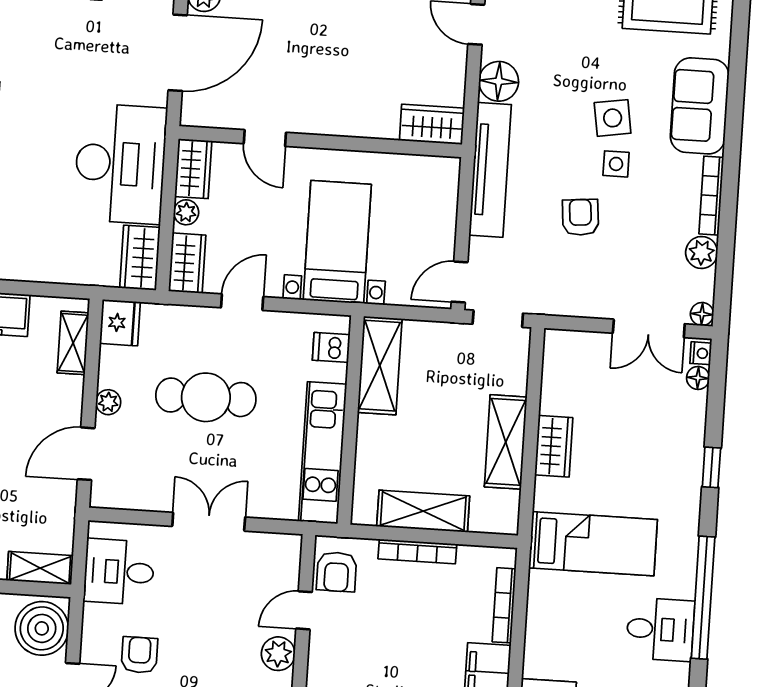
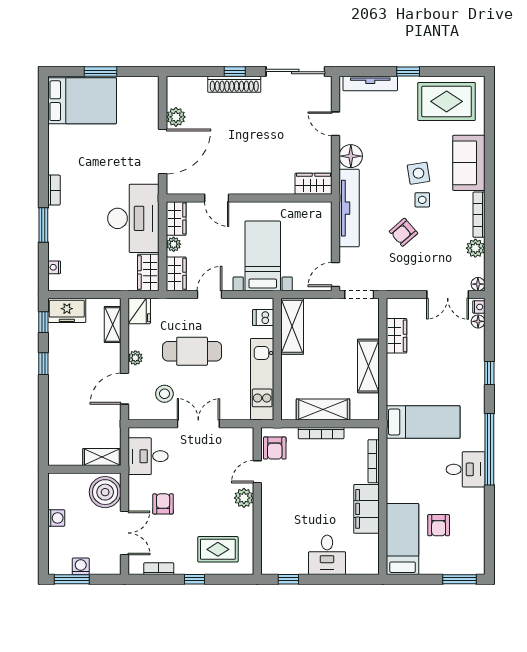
armchair: (580, 217) -> (404, 232), turned -126
wardrobe: (554, 446) -> (397, 336), moved
stool: (154, 467) -> (164, 394), added

